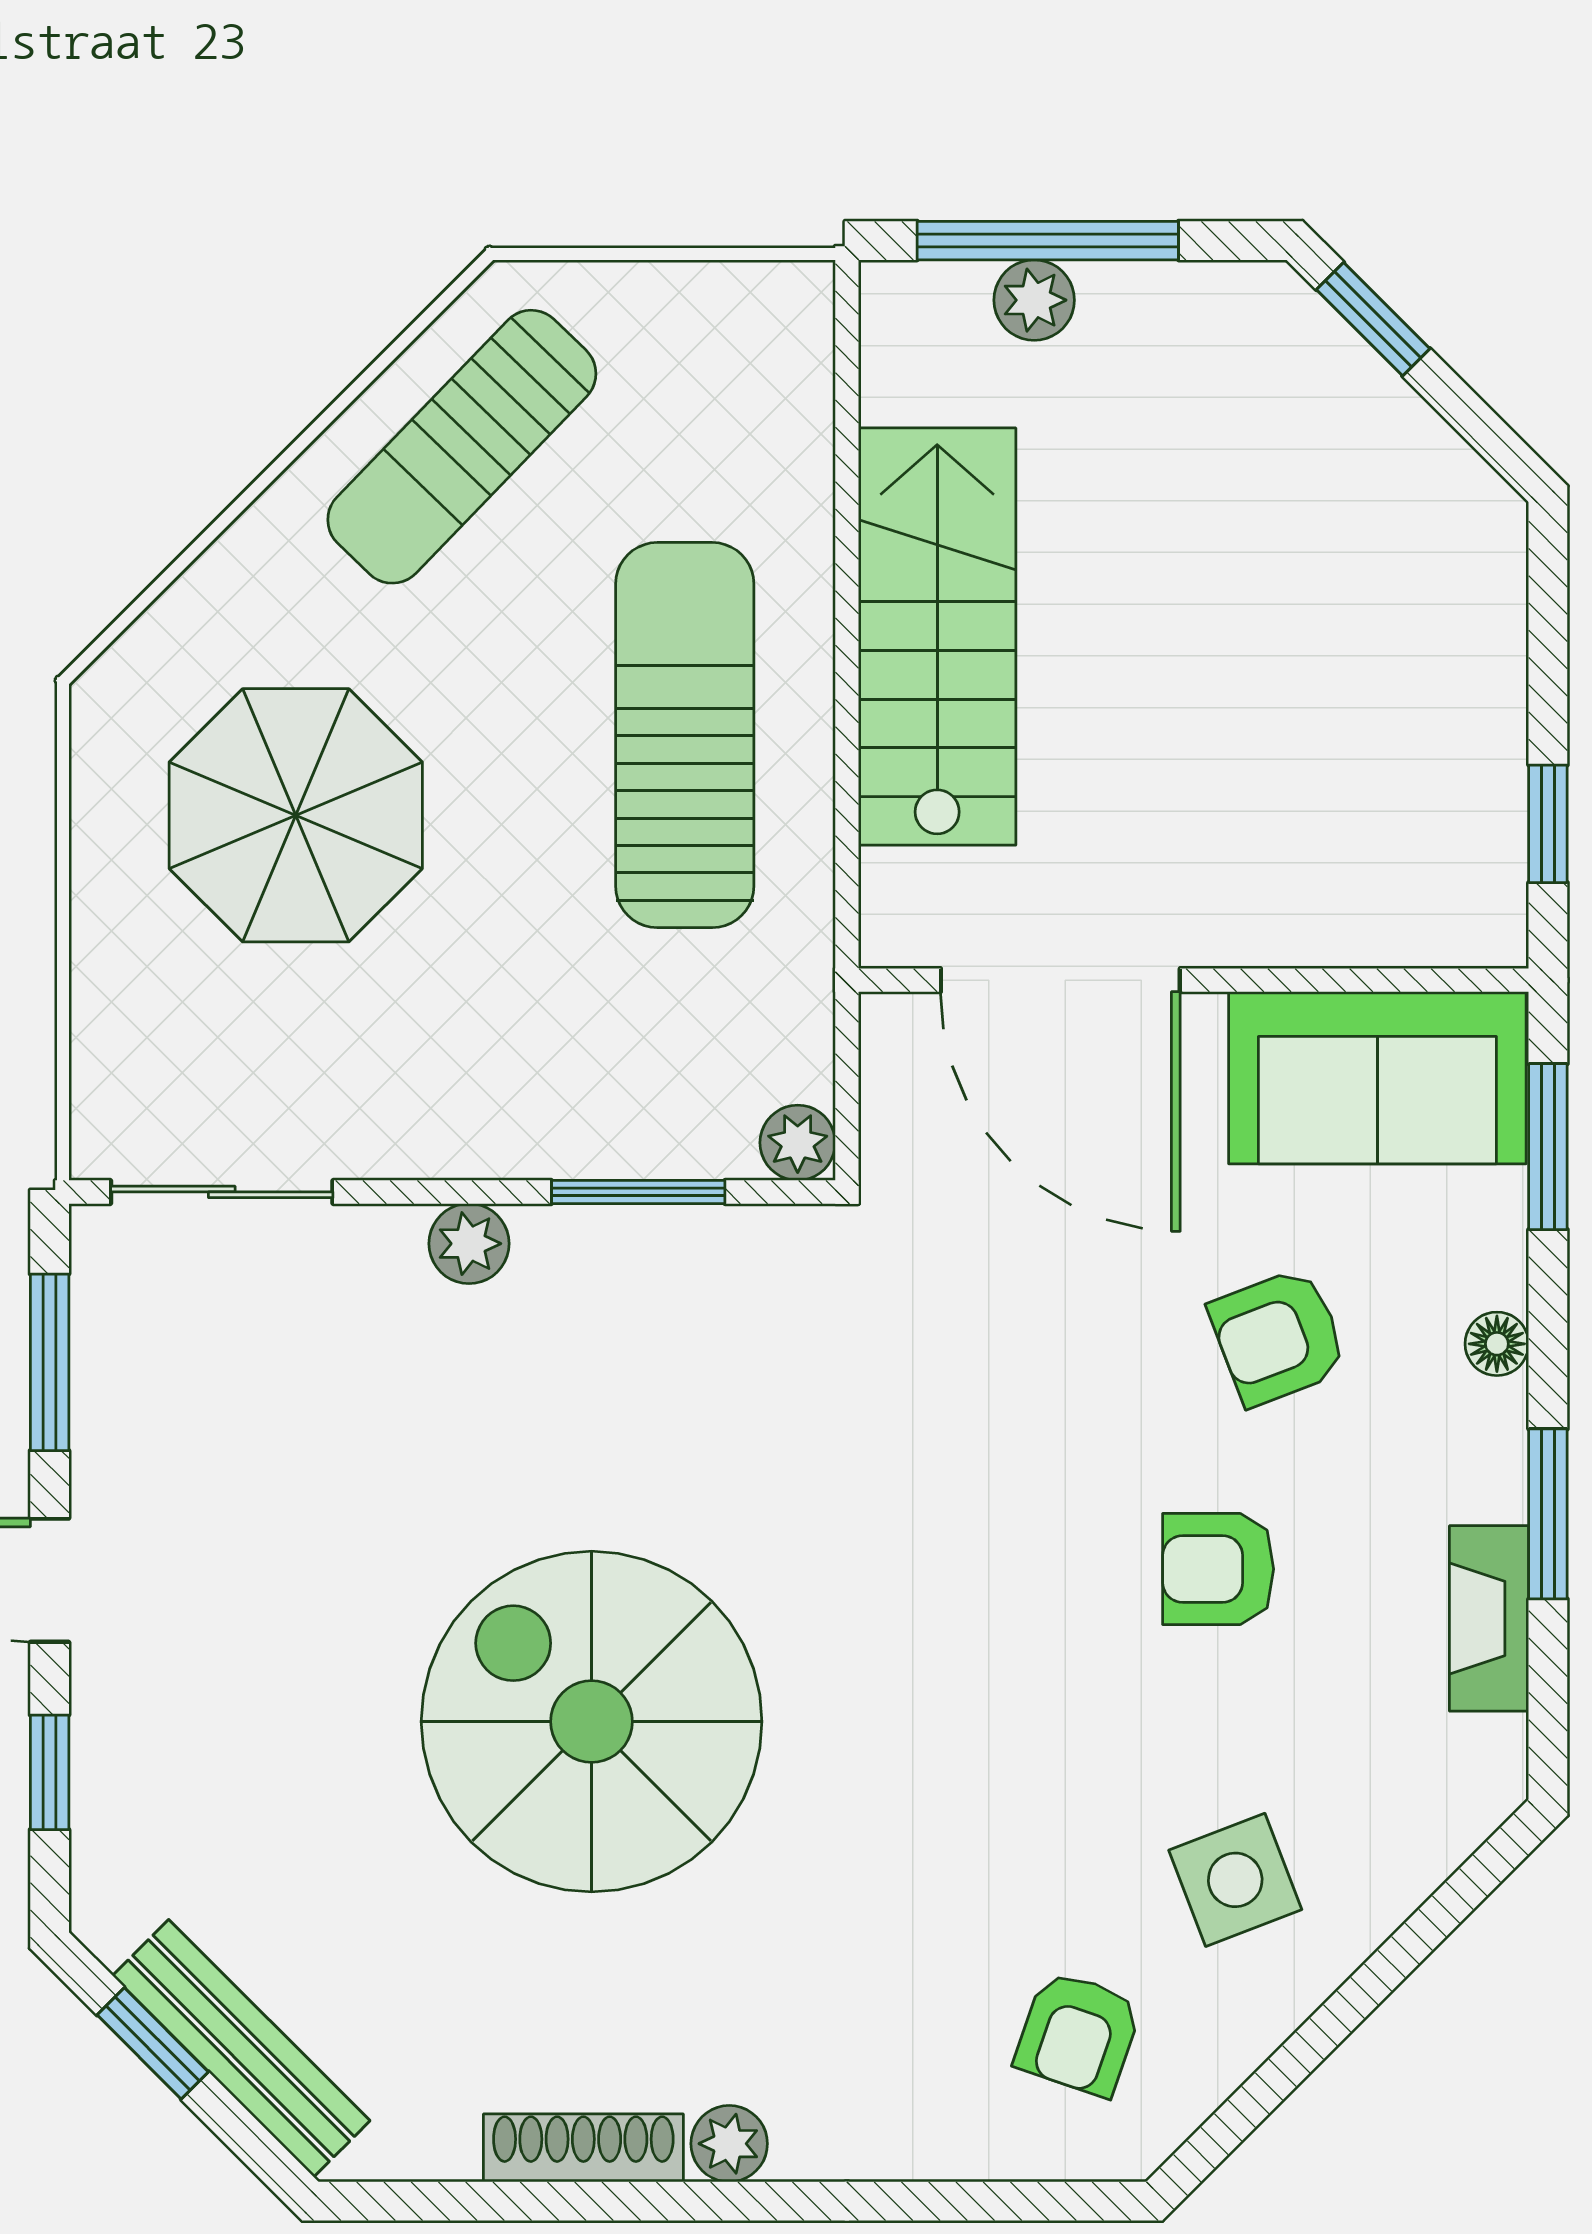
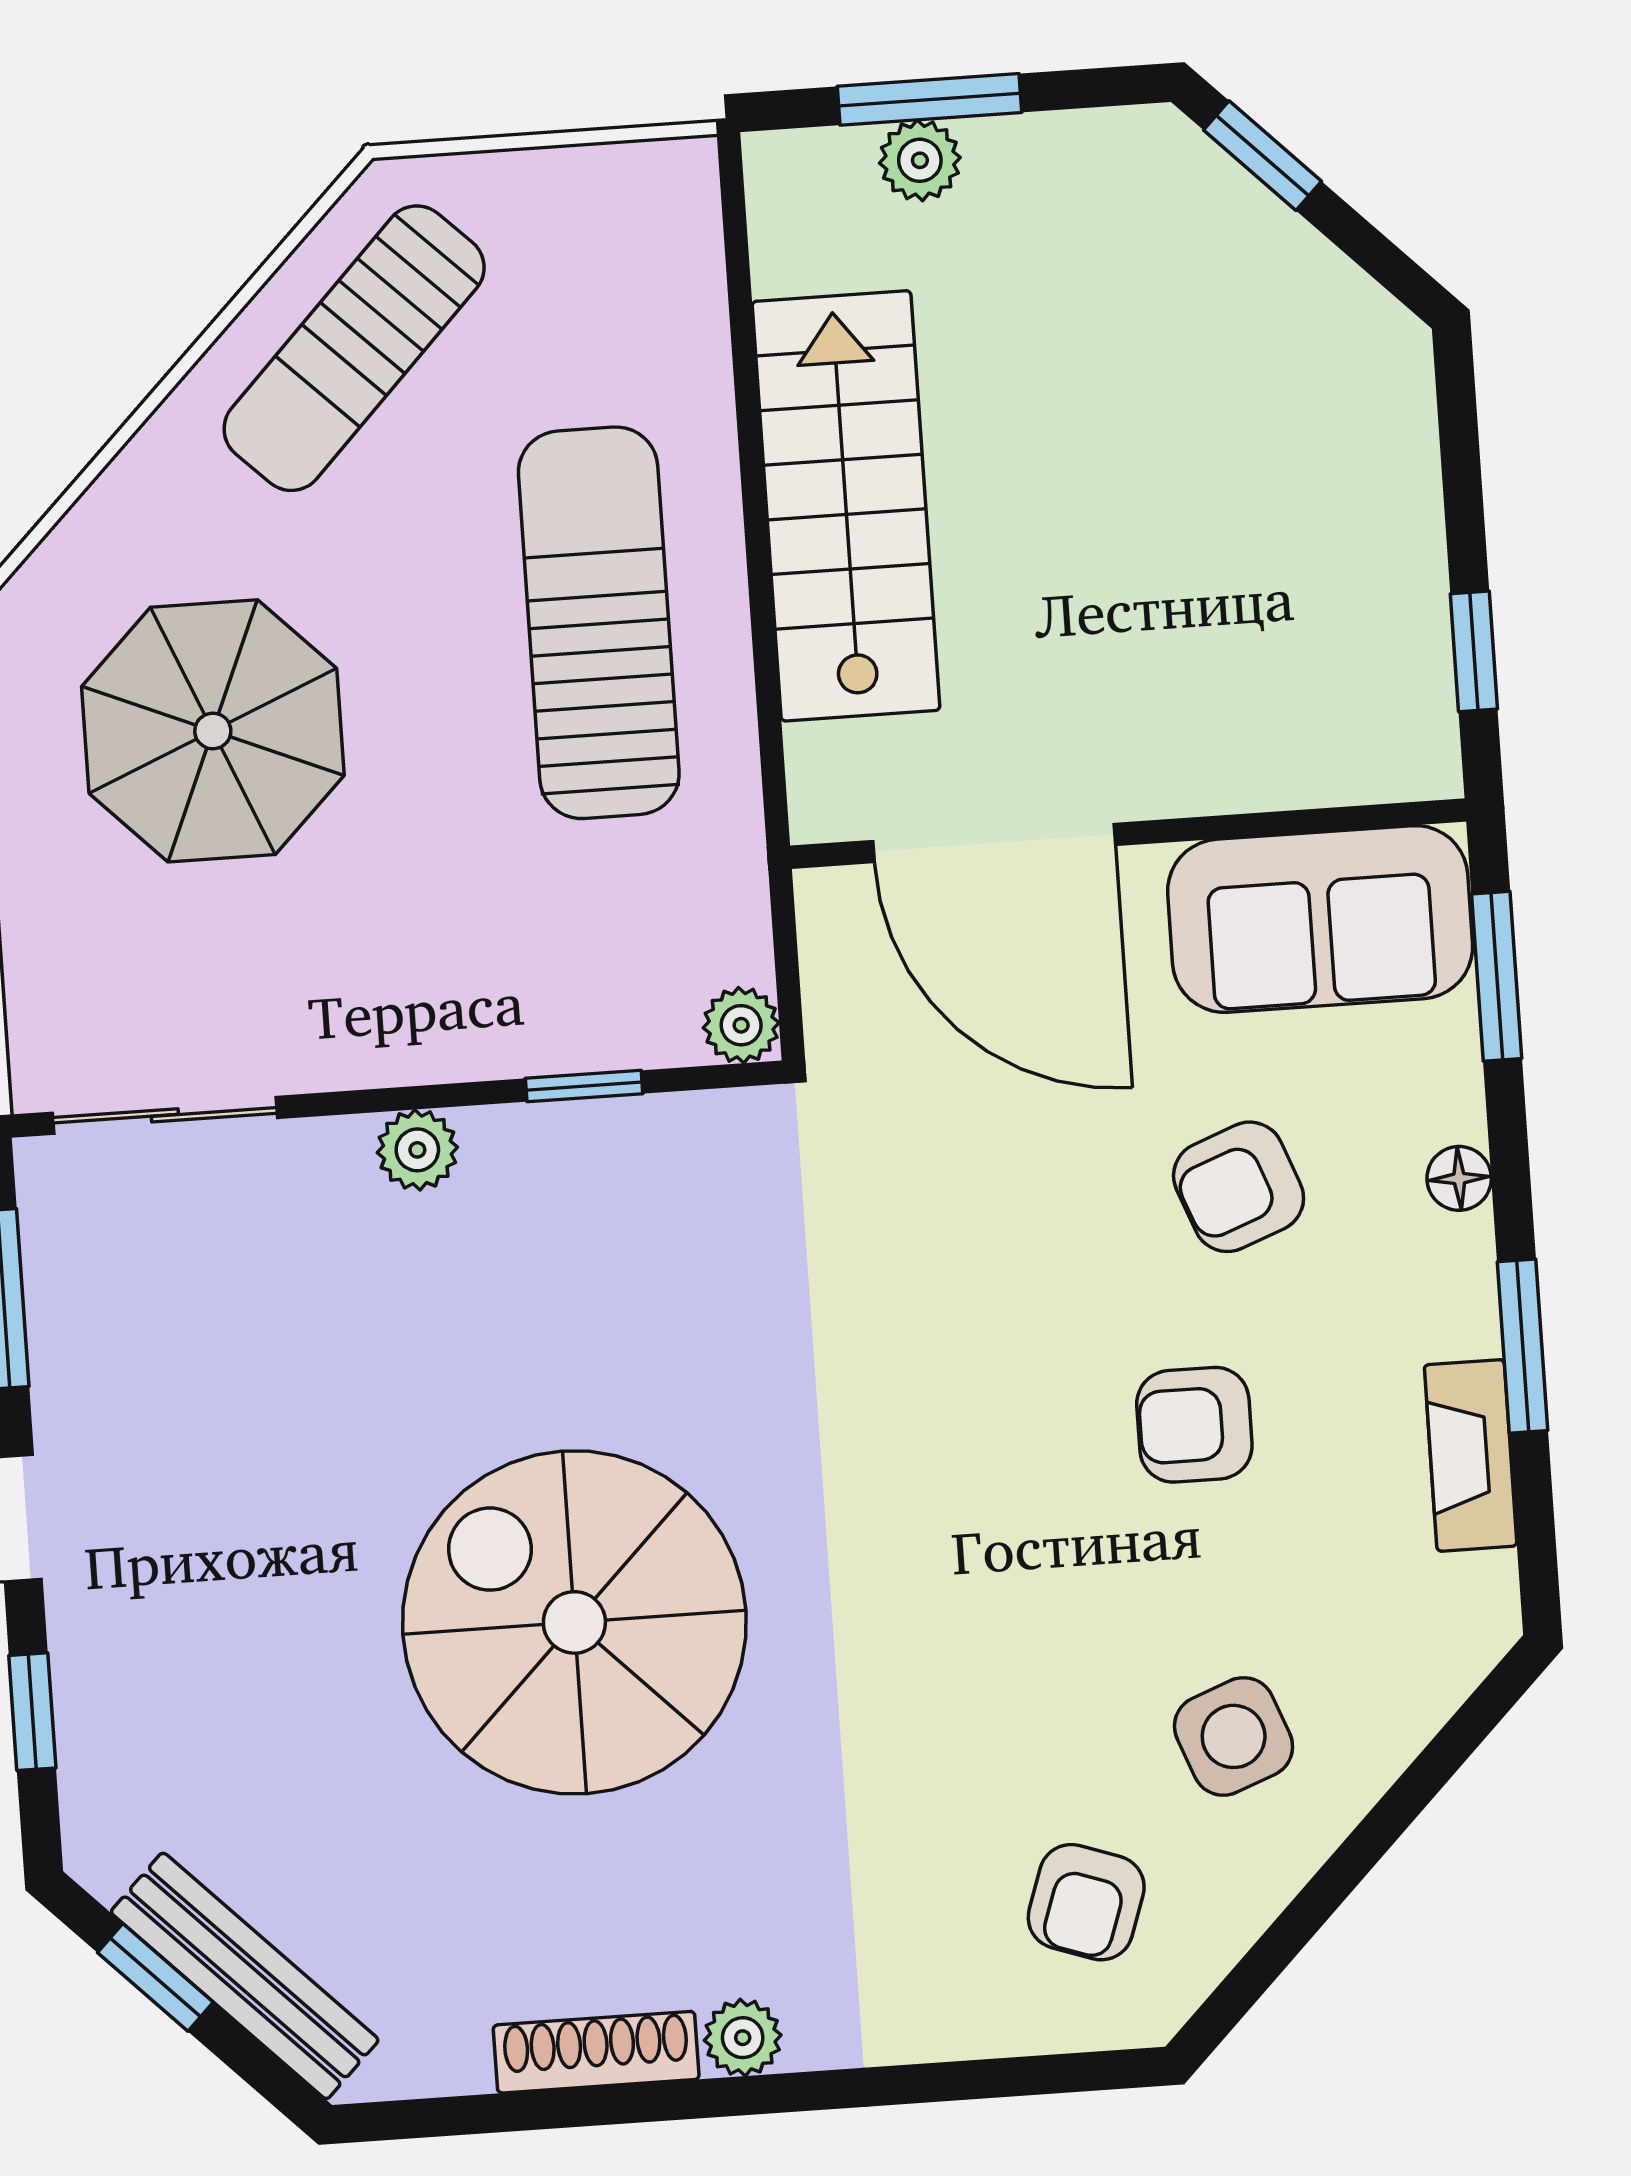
window: (1048, 241) -> (929, 99), width x0.69
window: (638, 1192) -> (584, 1086), width x0.67

